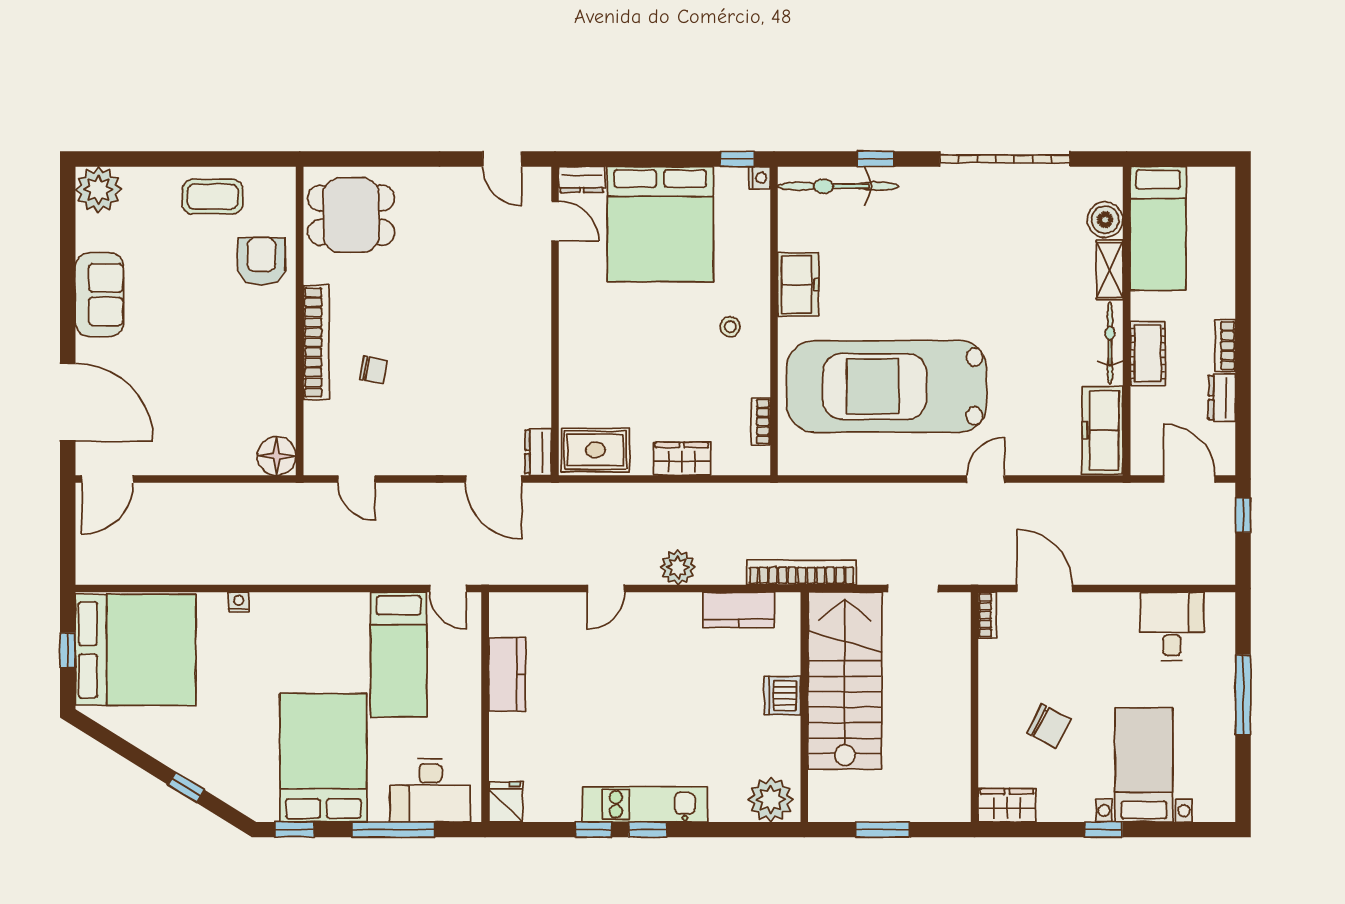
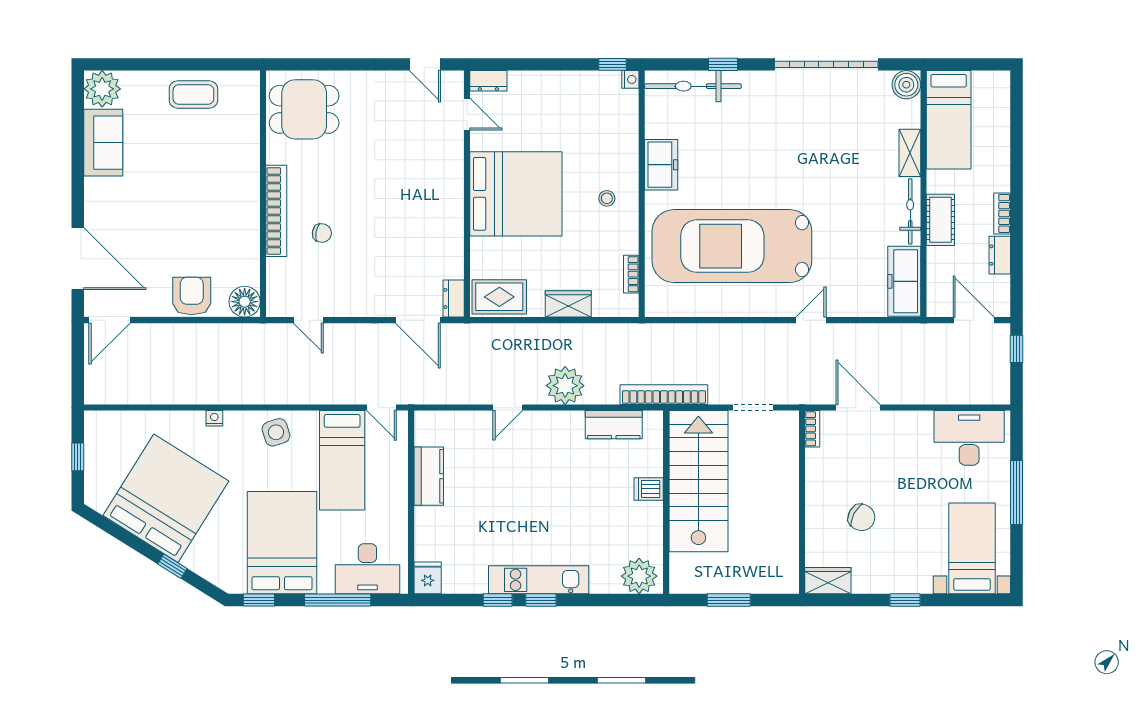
boiler: (1105, 220) -> (906, 85), moved
bed: (660, 224) -> (516, 194), moved, turned -90
armchair: (261, 261) -> (192, 296), moved
sofa: (100, 295) -> (103, 143), moved
plant: (678, 567) -> (565, 386), width x1.36, depth x1.36
side table: (316, 620) -> (276, 432), added
desk: (1172, 627) -> (969, 438), width x1.37
bed: (136, 650) -> (166, 498), moved, turned -58
dishwasher: (782, 696) -> (649, 489), width x0.73
bed with nightstands: (1144, 765) -> (972, 548), moved

